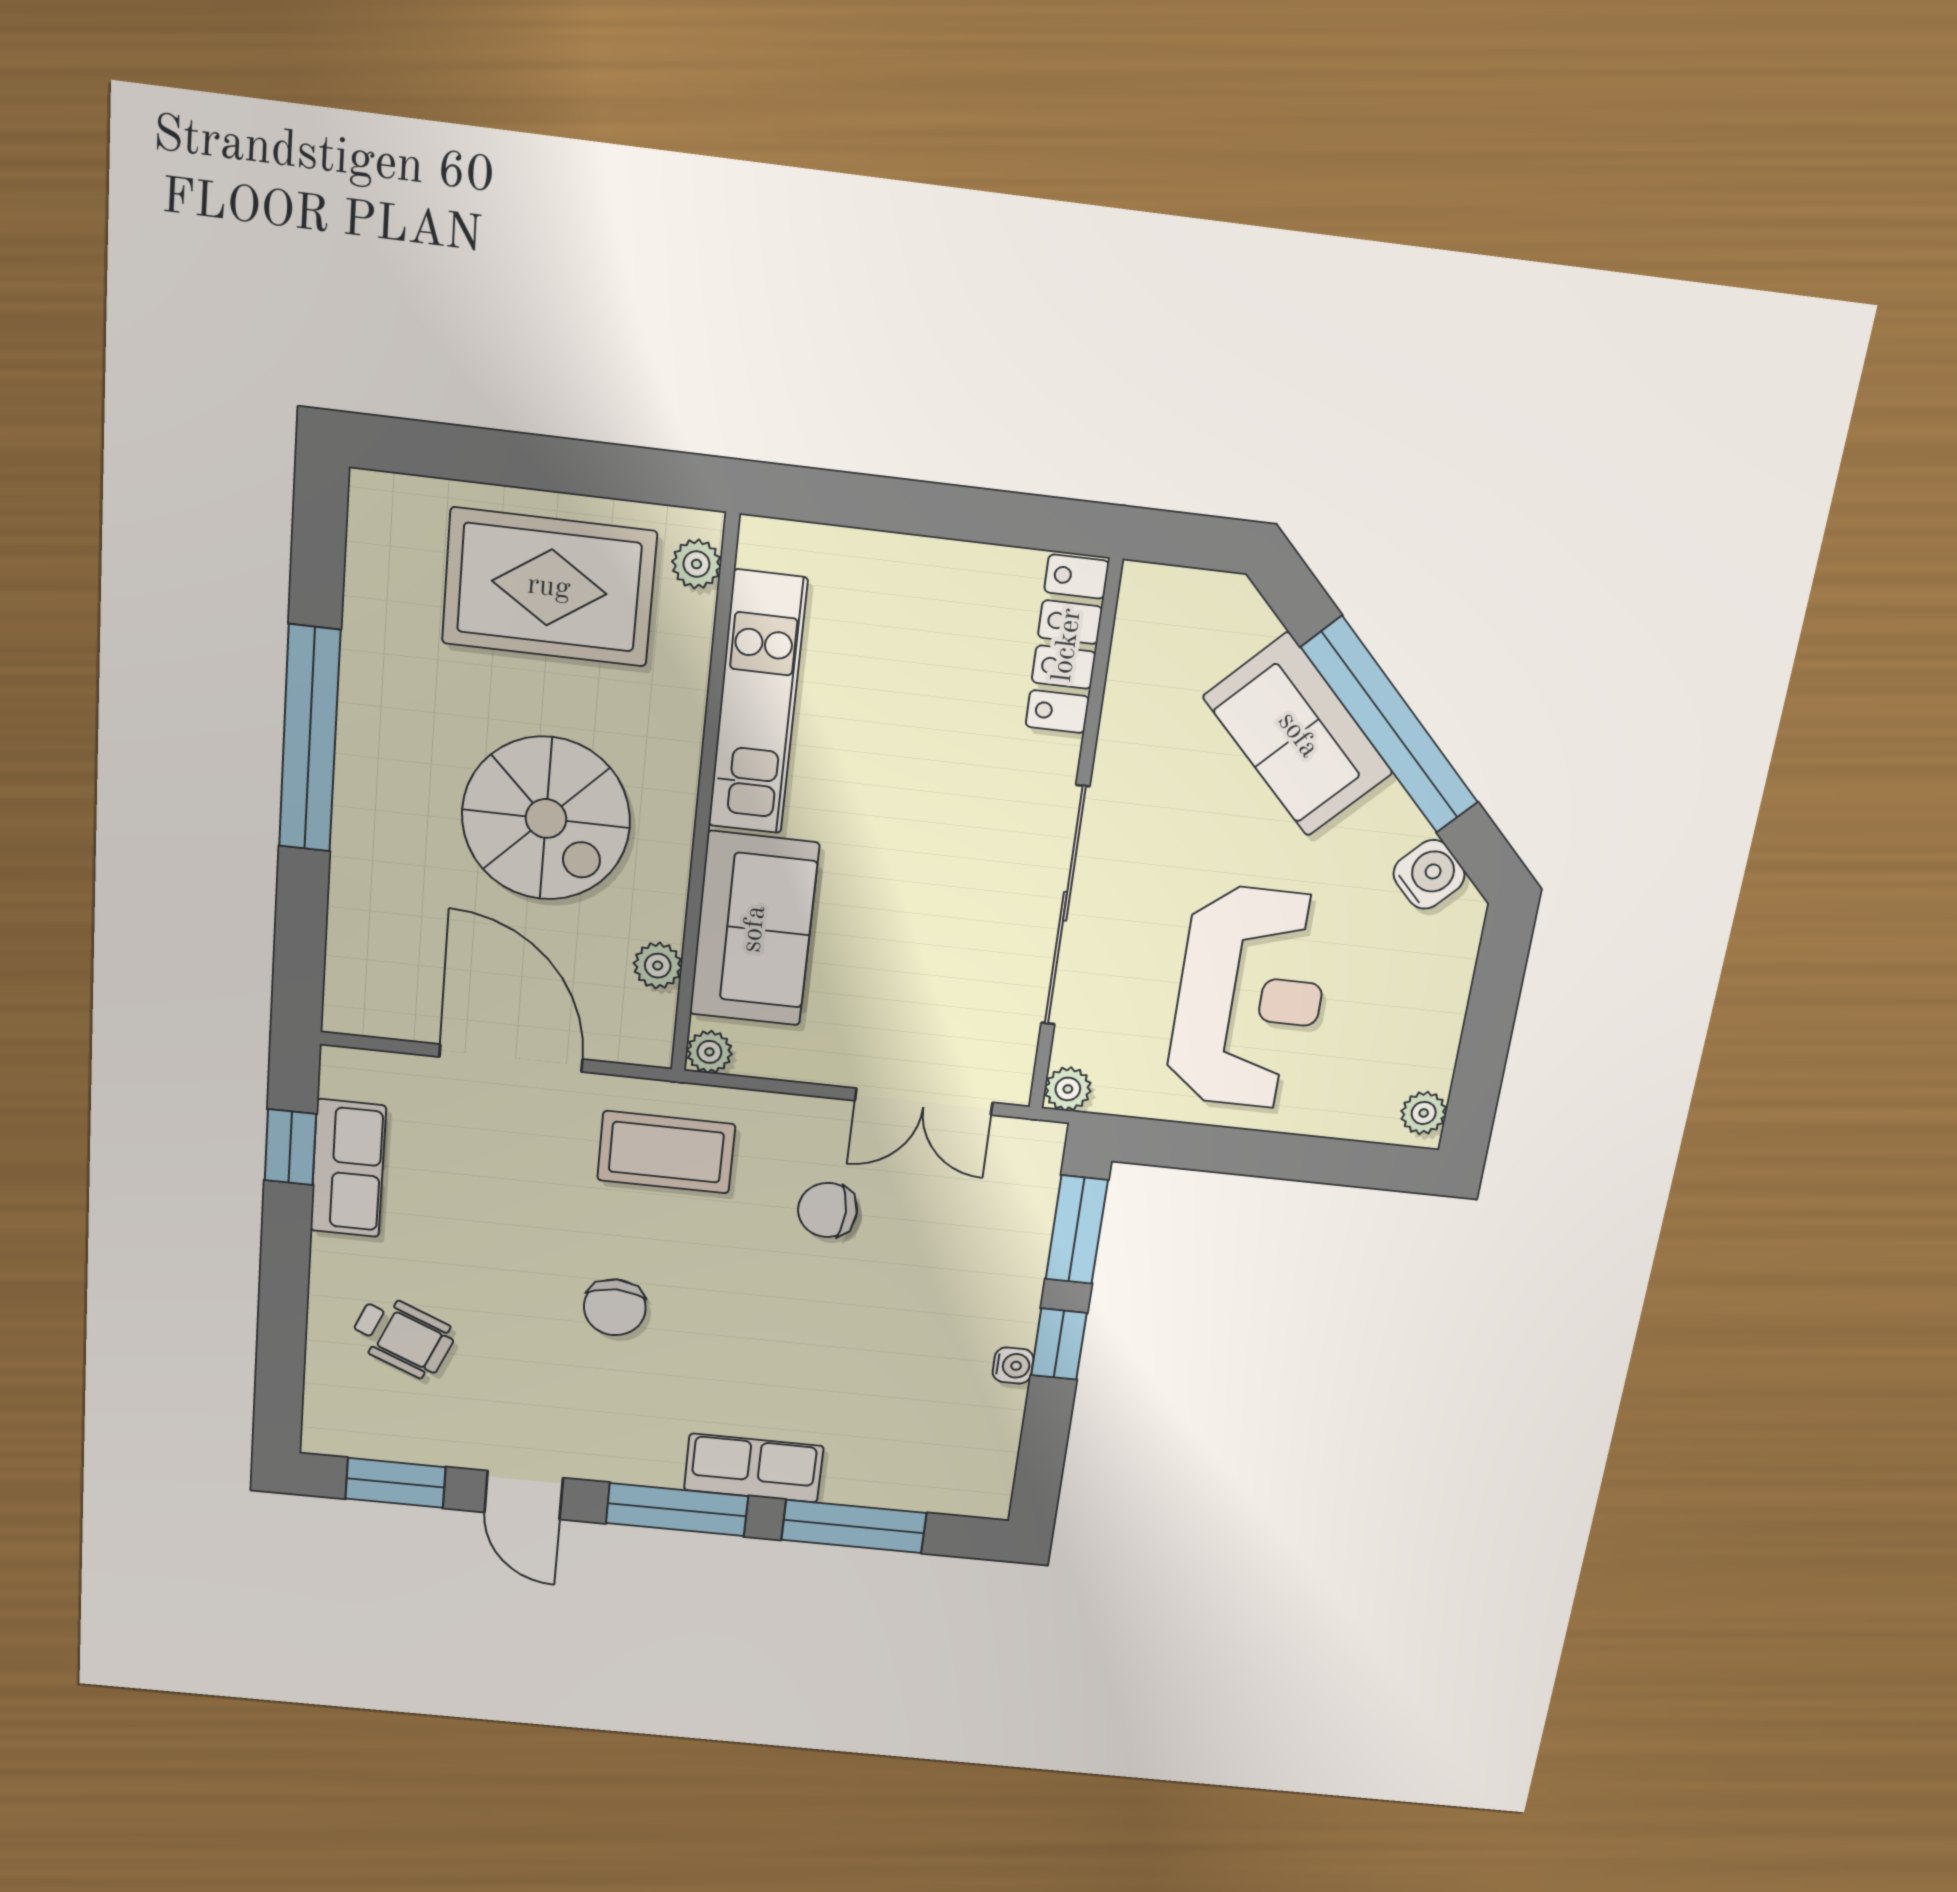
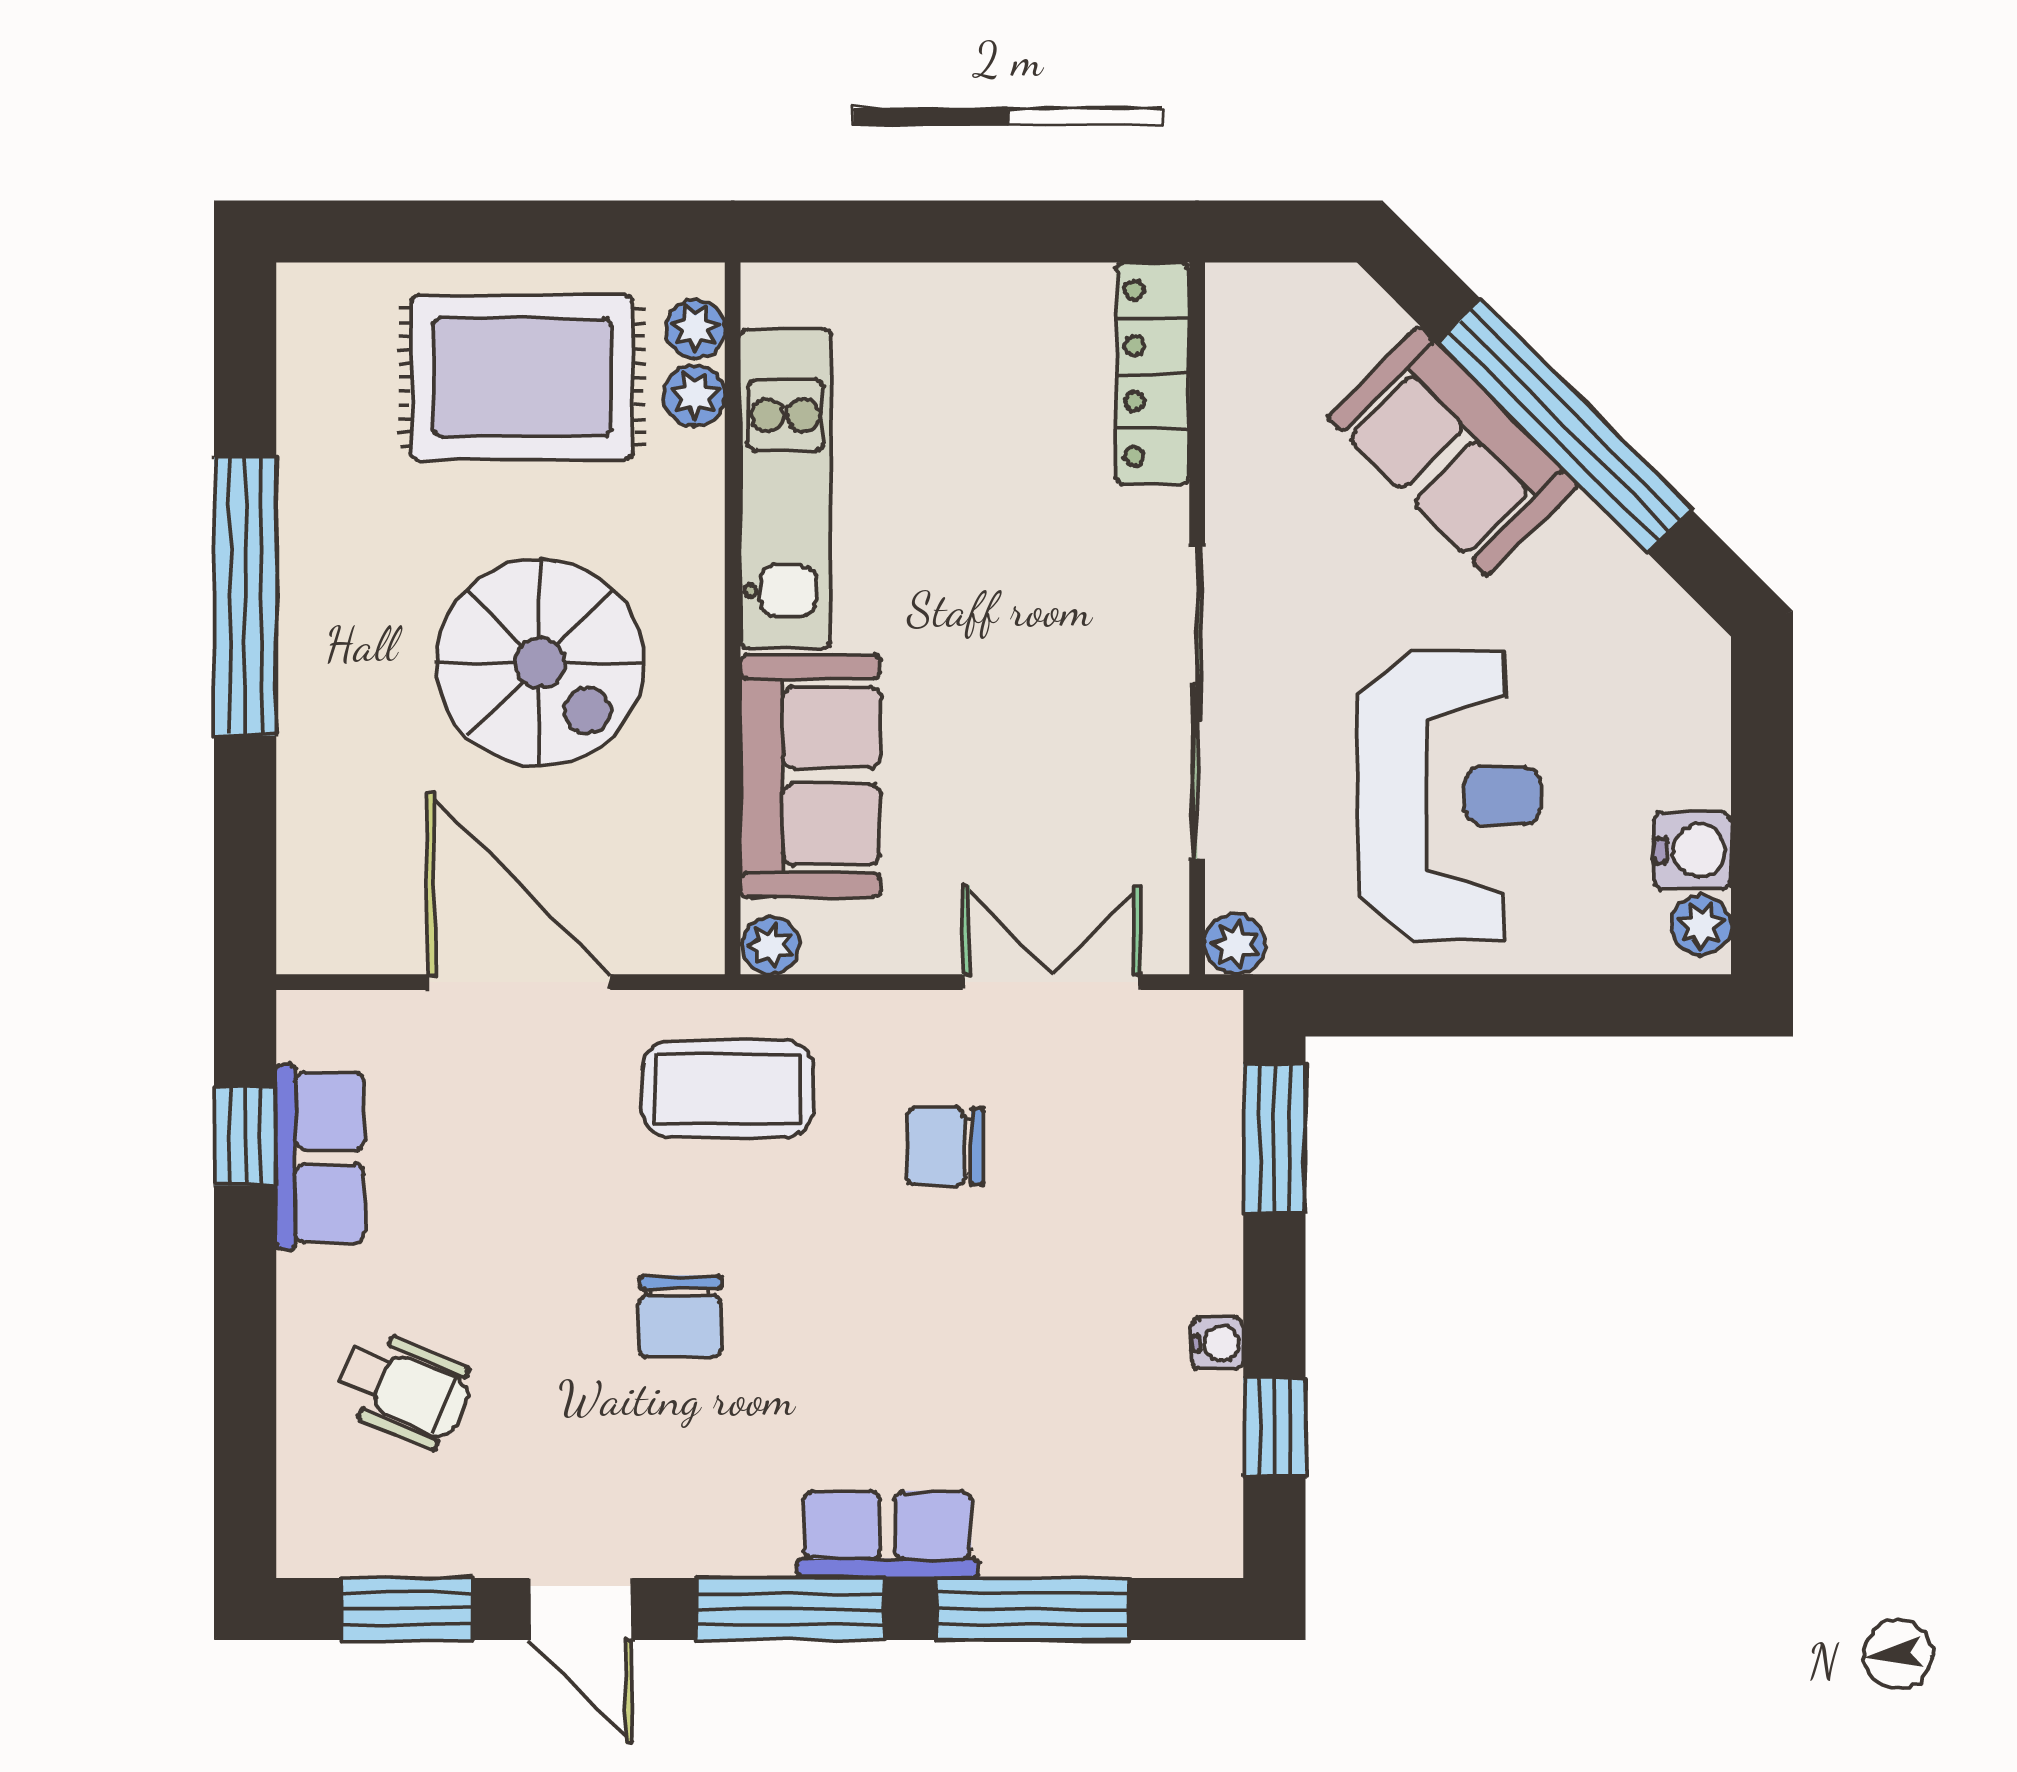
water cooler: (1429, 874) -> (1692, 851), moved, turned 45
plant: (658, 966) -> (694, 395), moved
double door: (924, 1102) -> (1052, 982), swing flipped
window: (1059, 1344) -> (1274, 1427), moved

